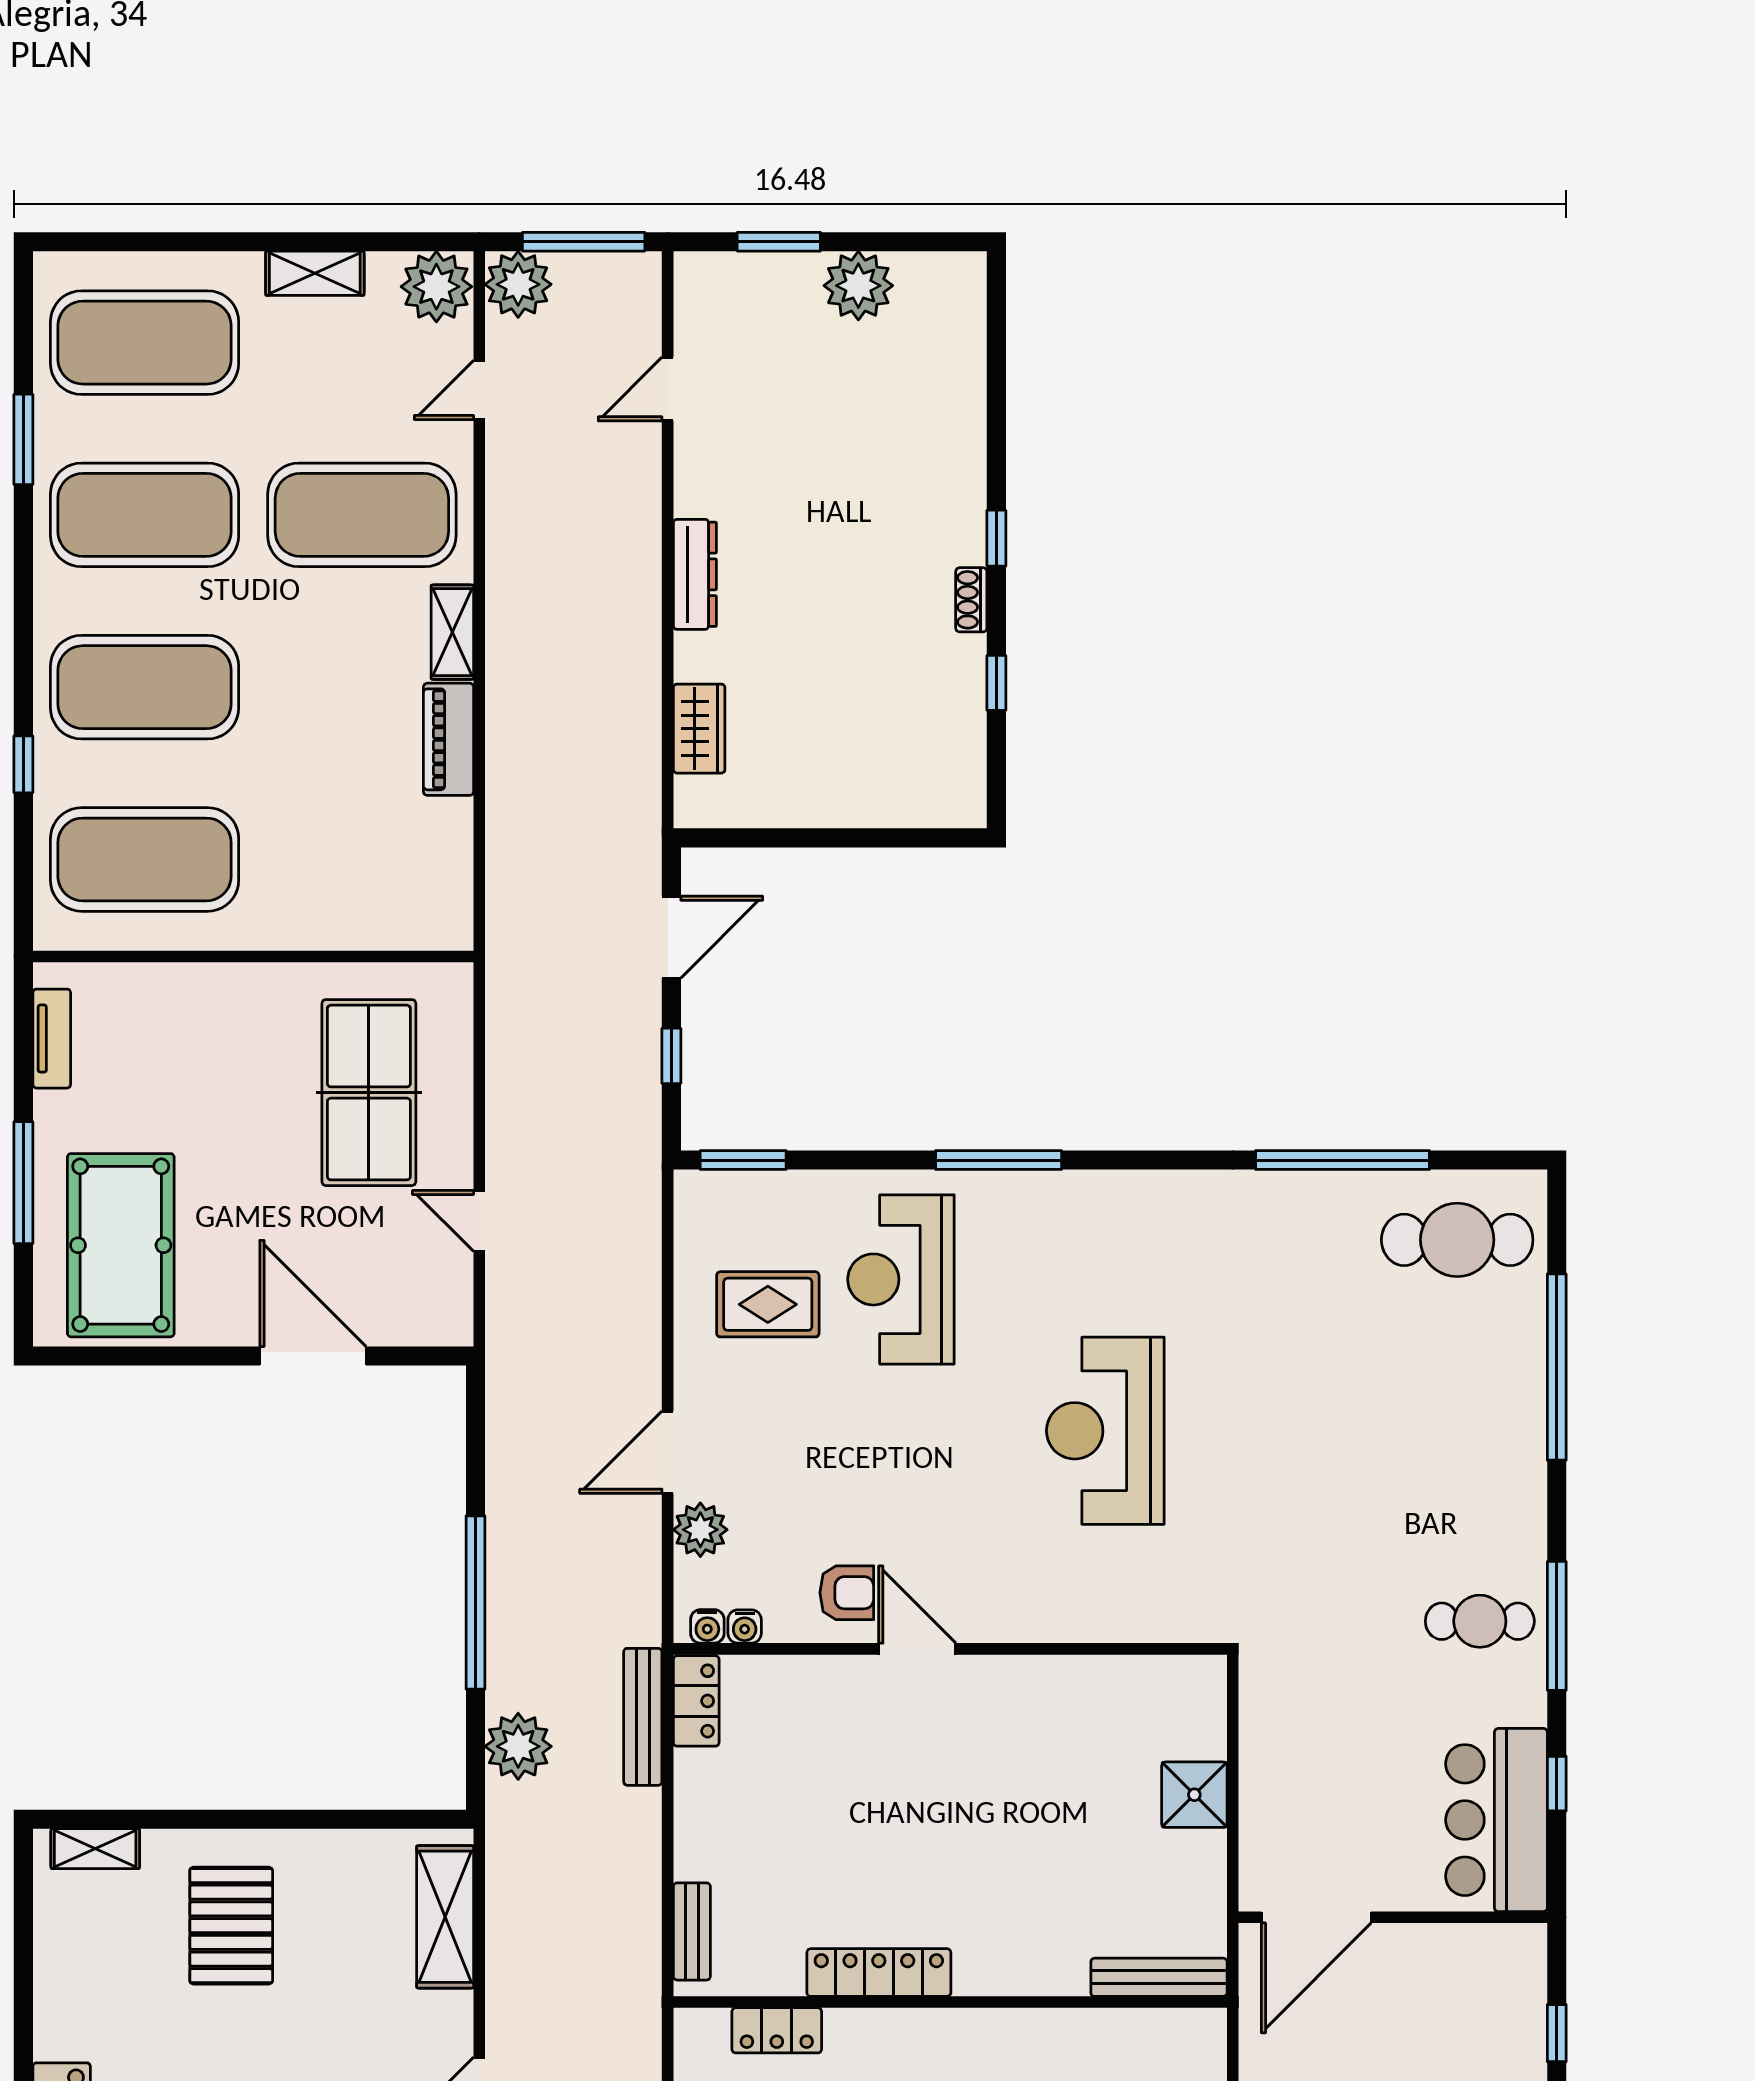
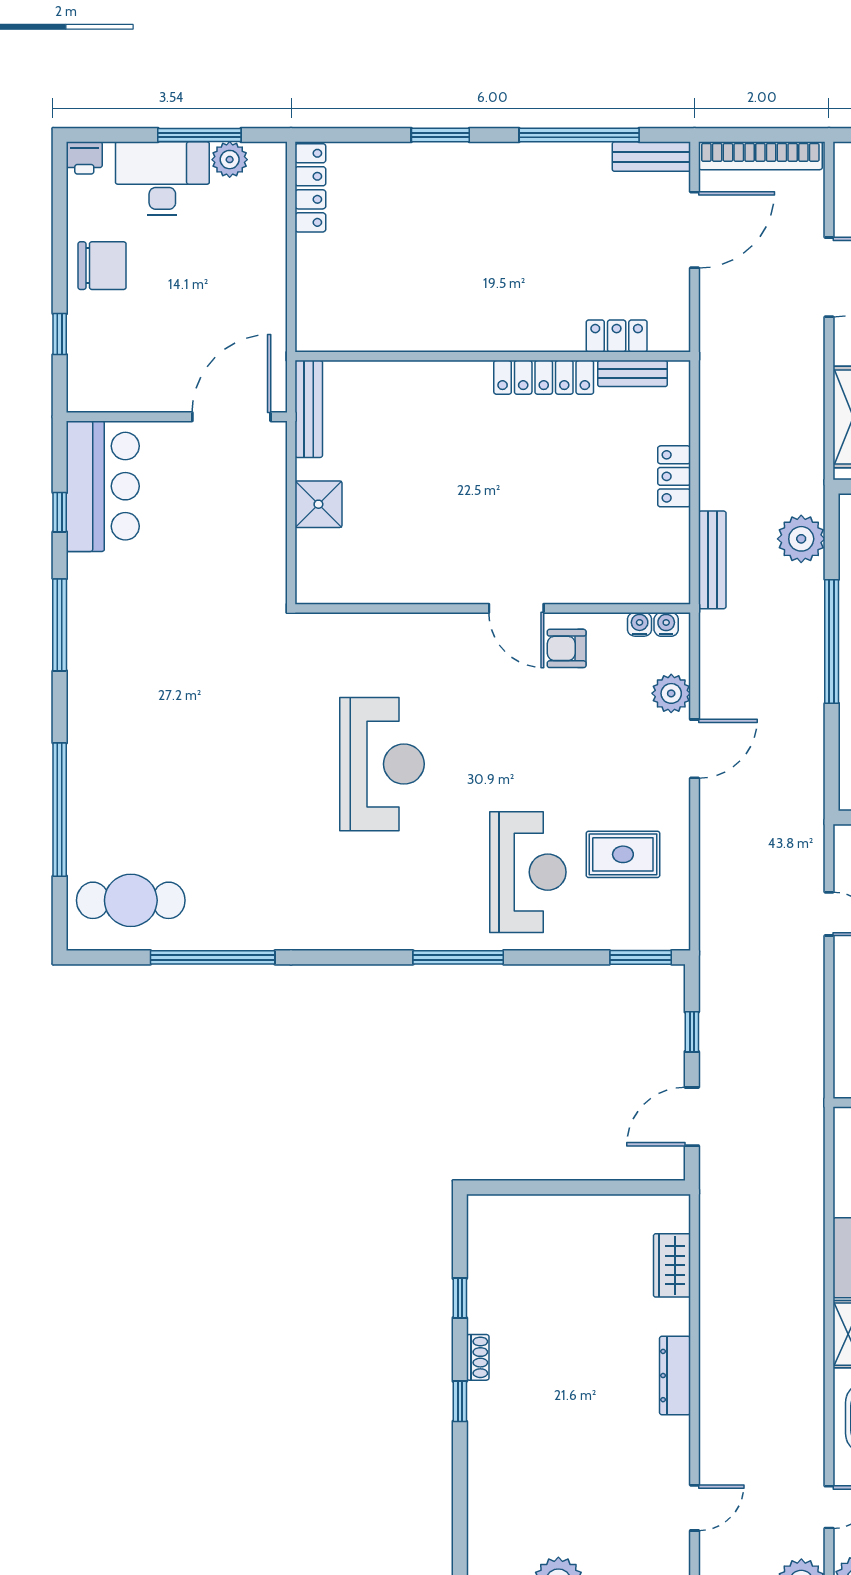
cafe table: (1480, 1621) -> (115, 628), removed
locker: (696, 1701) -> (674, 476), moved
bench: (692, 1931) -> (632, 373), moved, turned 90
bench: (1159, 1977) -> (309, 409), moved, turned 90

